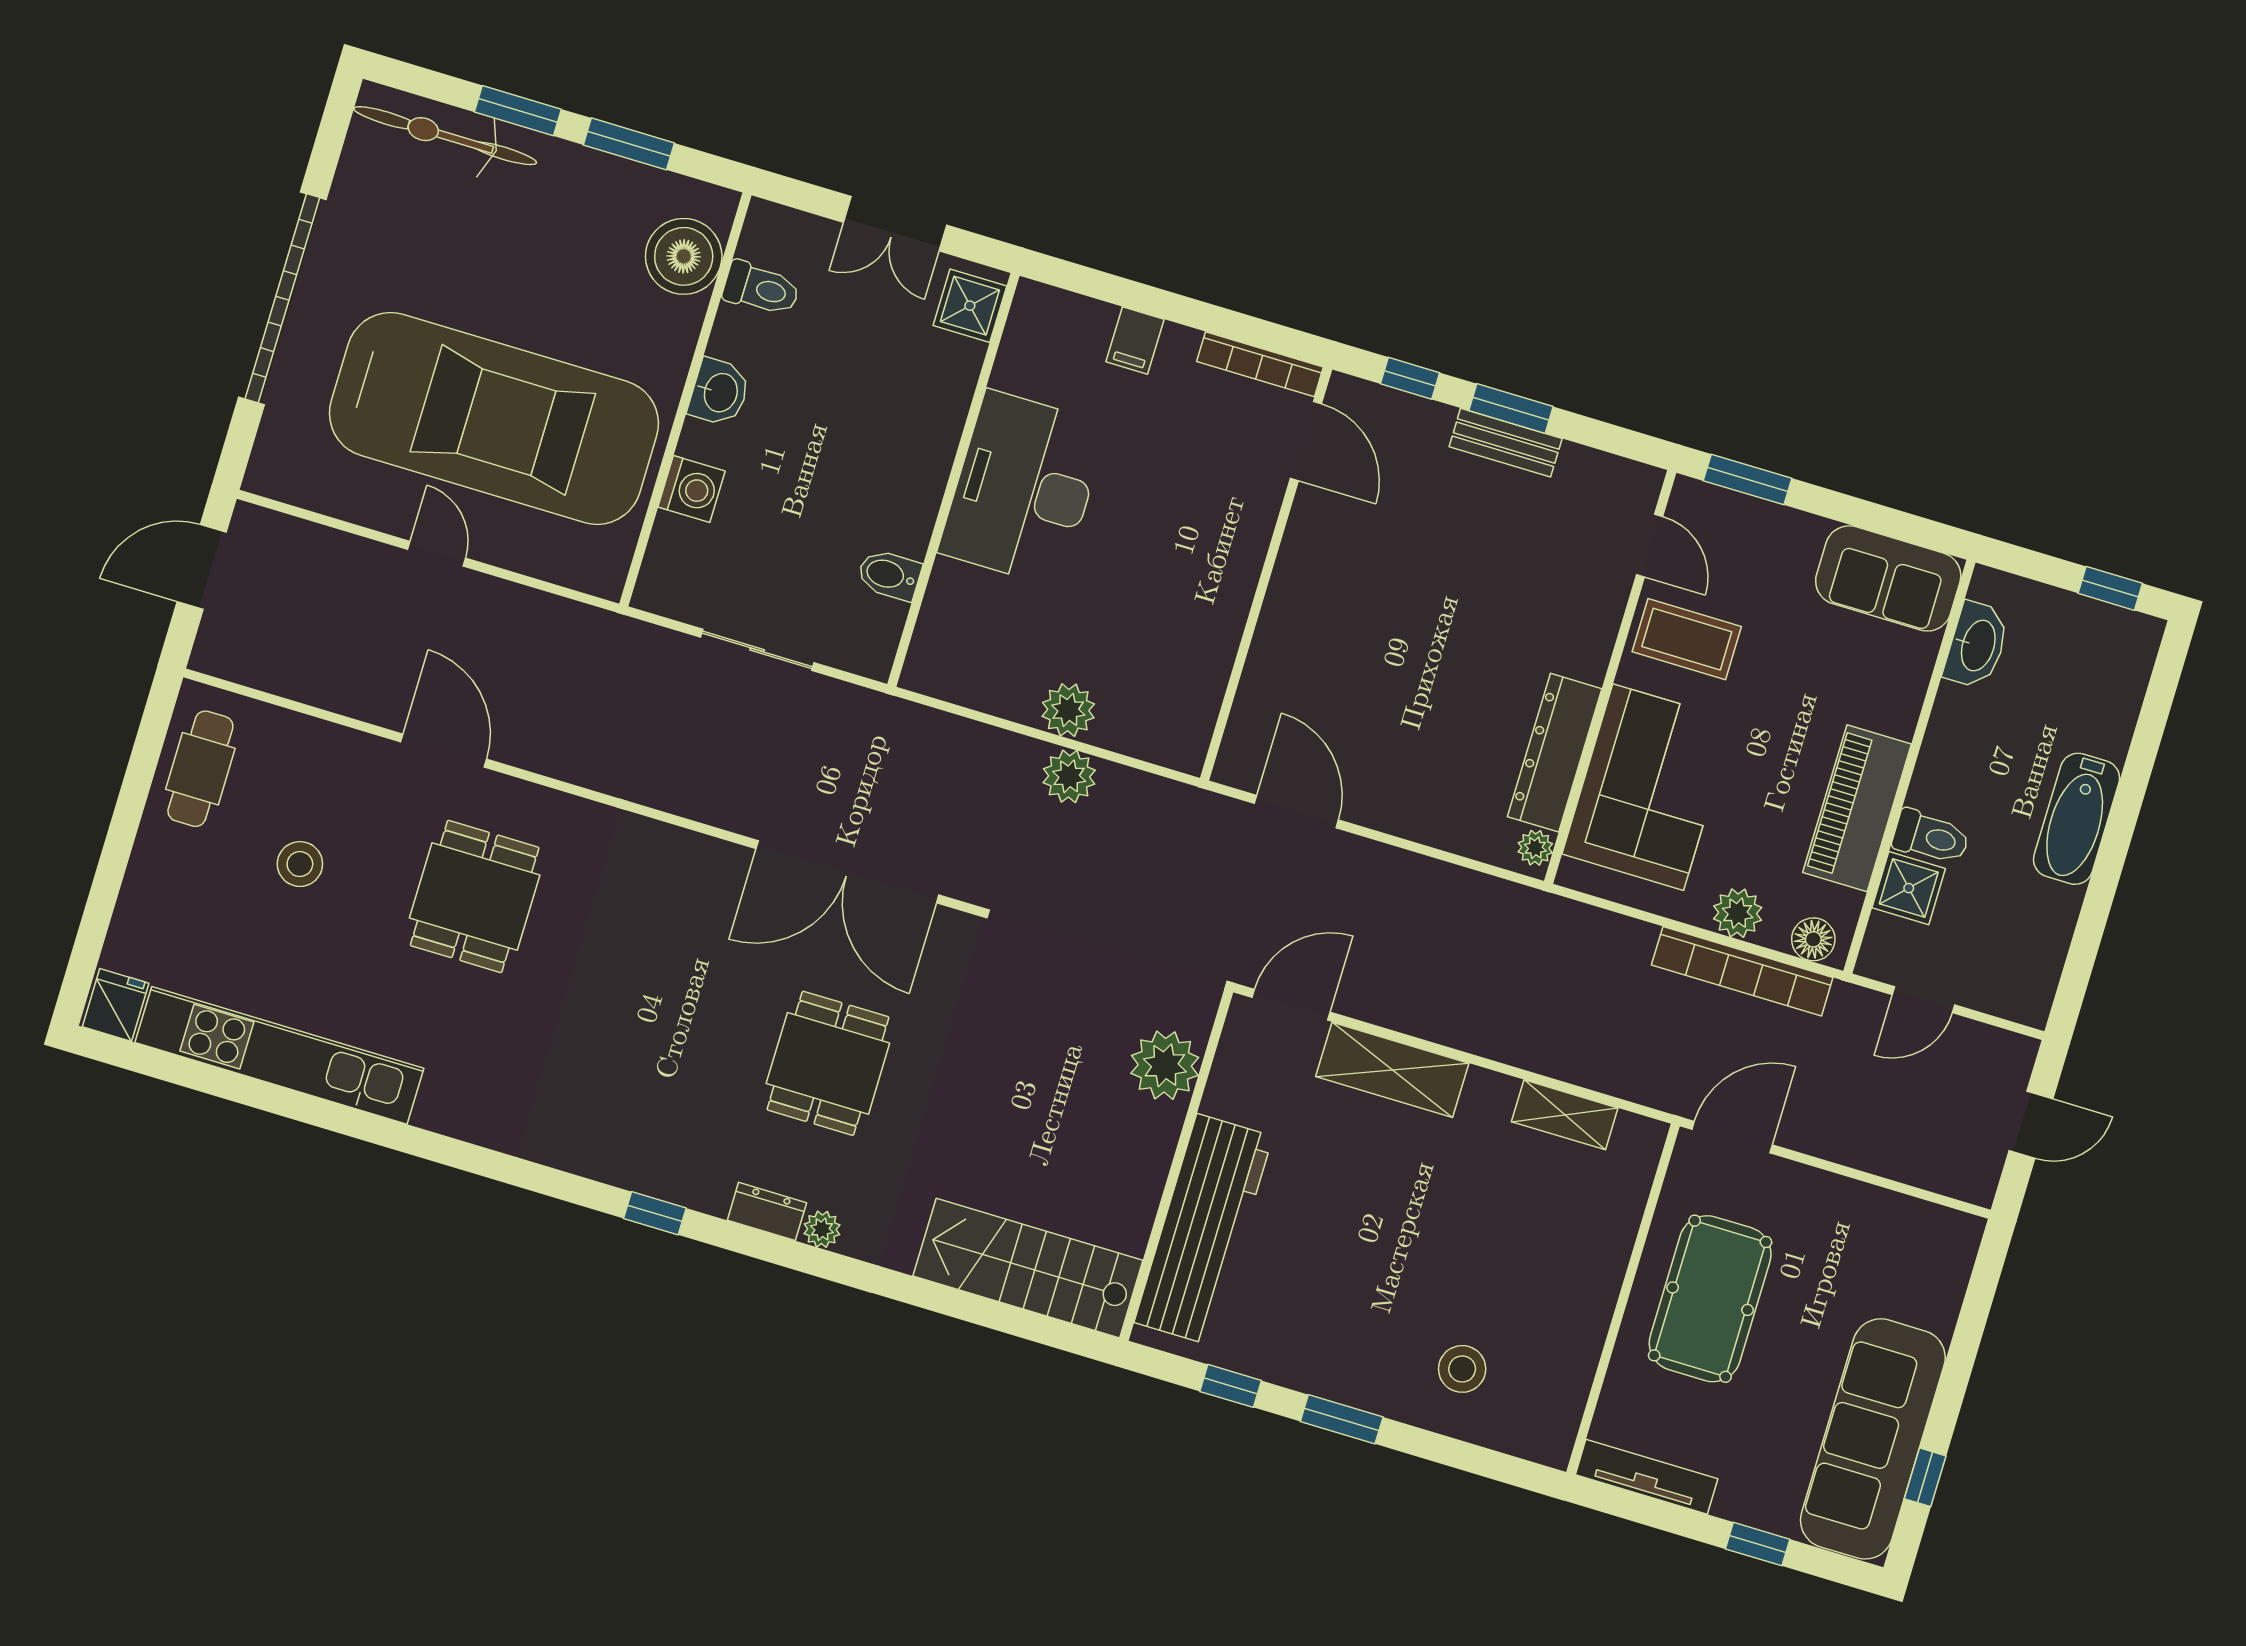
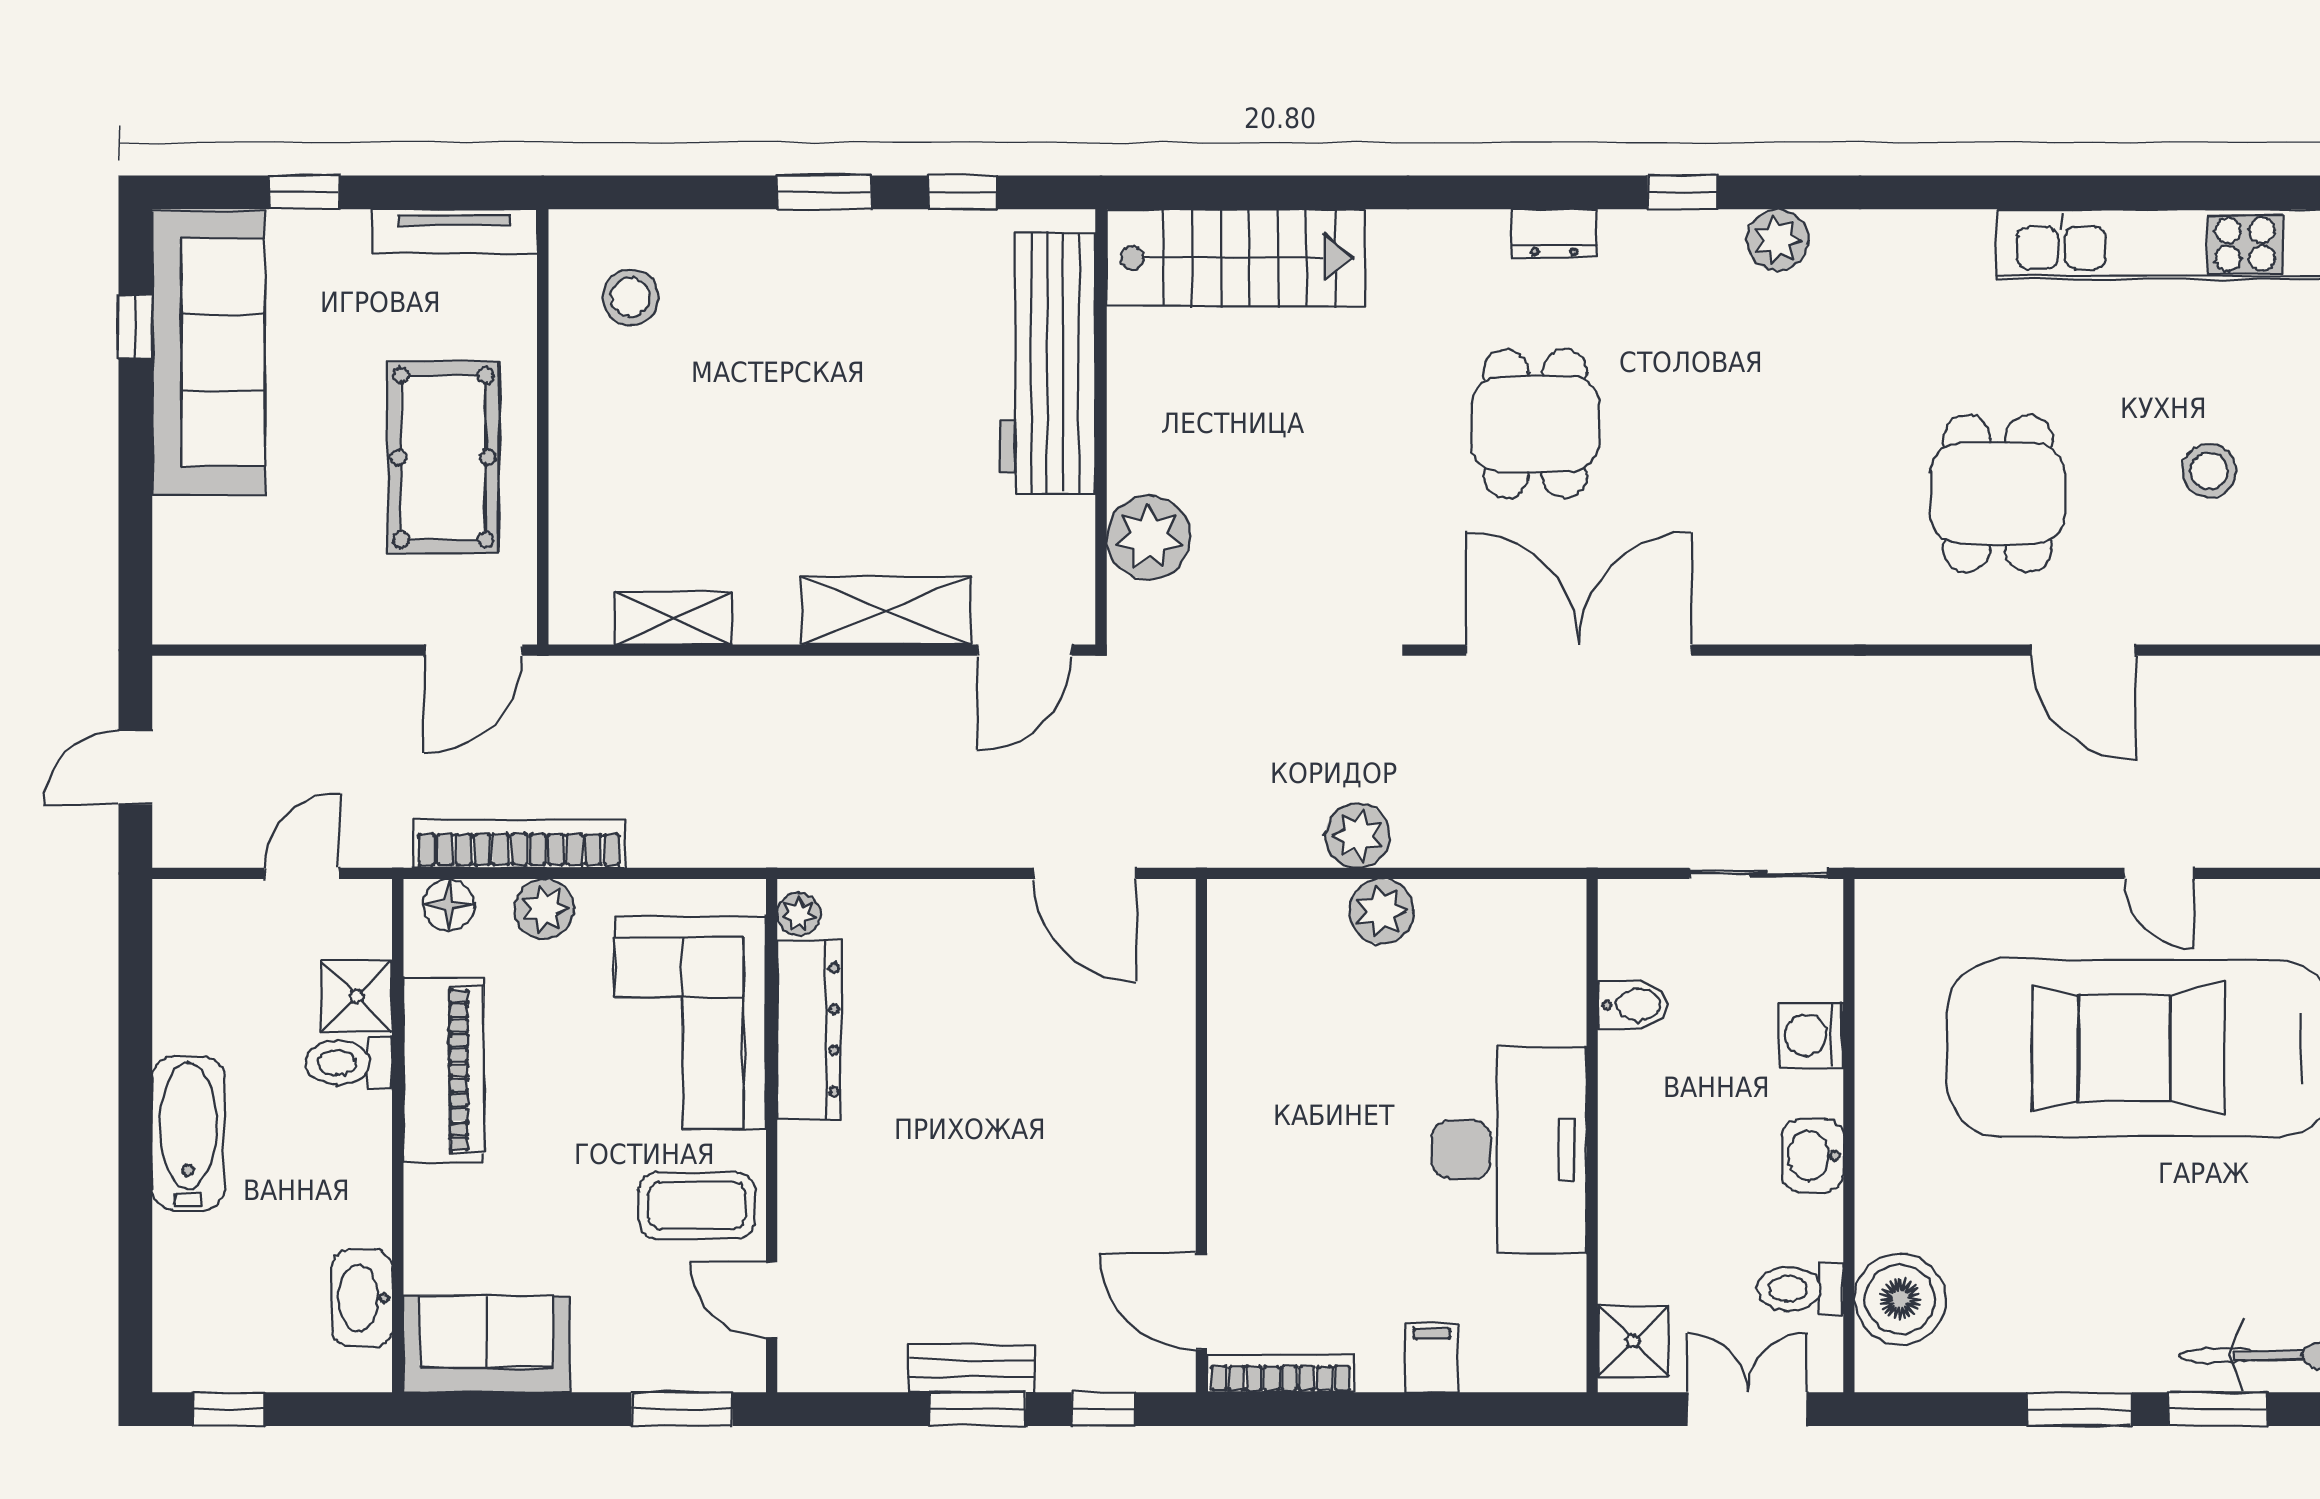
boiler: (684, 256) -> (1900, 1299), moved
toilet: (761, 289) -> (1800, 1289), moved
washbasin: (719, 392) -> (1812, 1156), moved
wall: (685, 399) -> (1849, 1136), moved
washing machine: (692, 489) -> (1811, 1035), moved
plant: (822, 1229) -> (1778, 240), moved, width x1.38, depth x1.38
stool: (1462, 1369) -> (630, 297), moved

